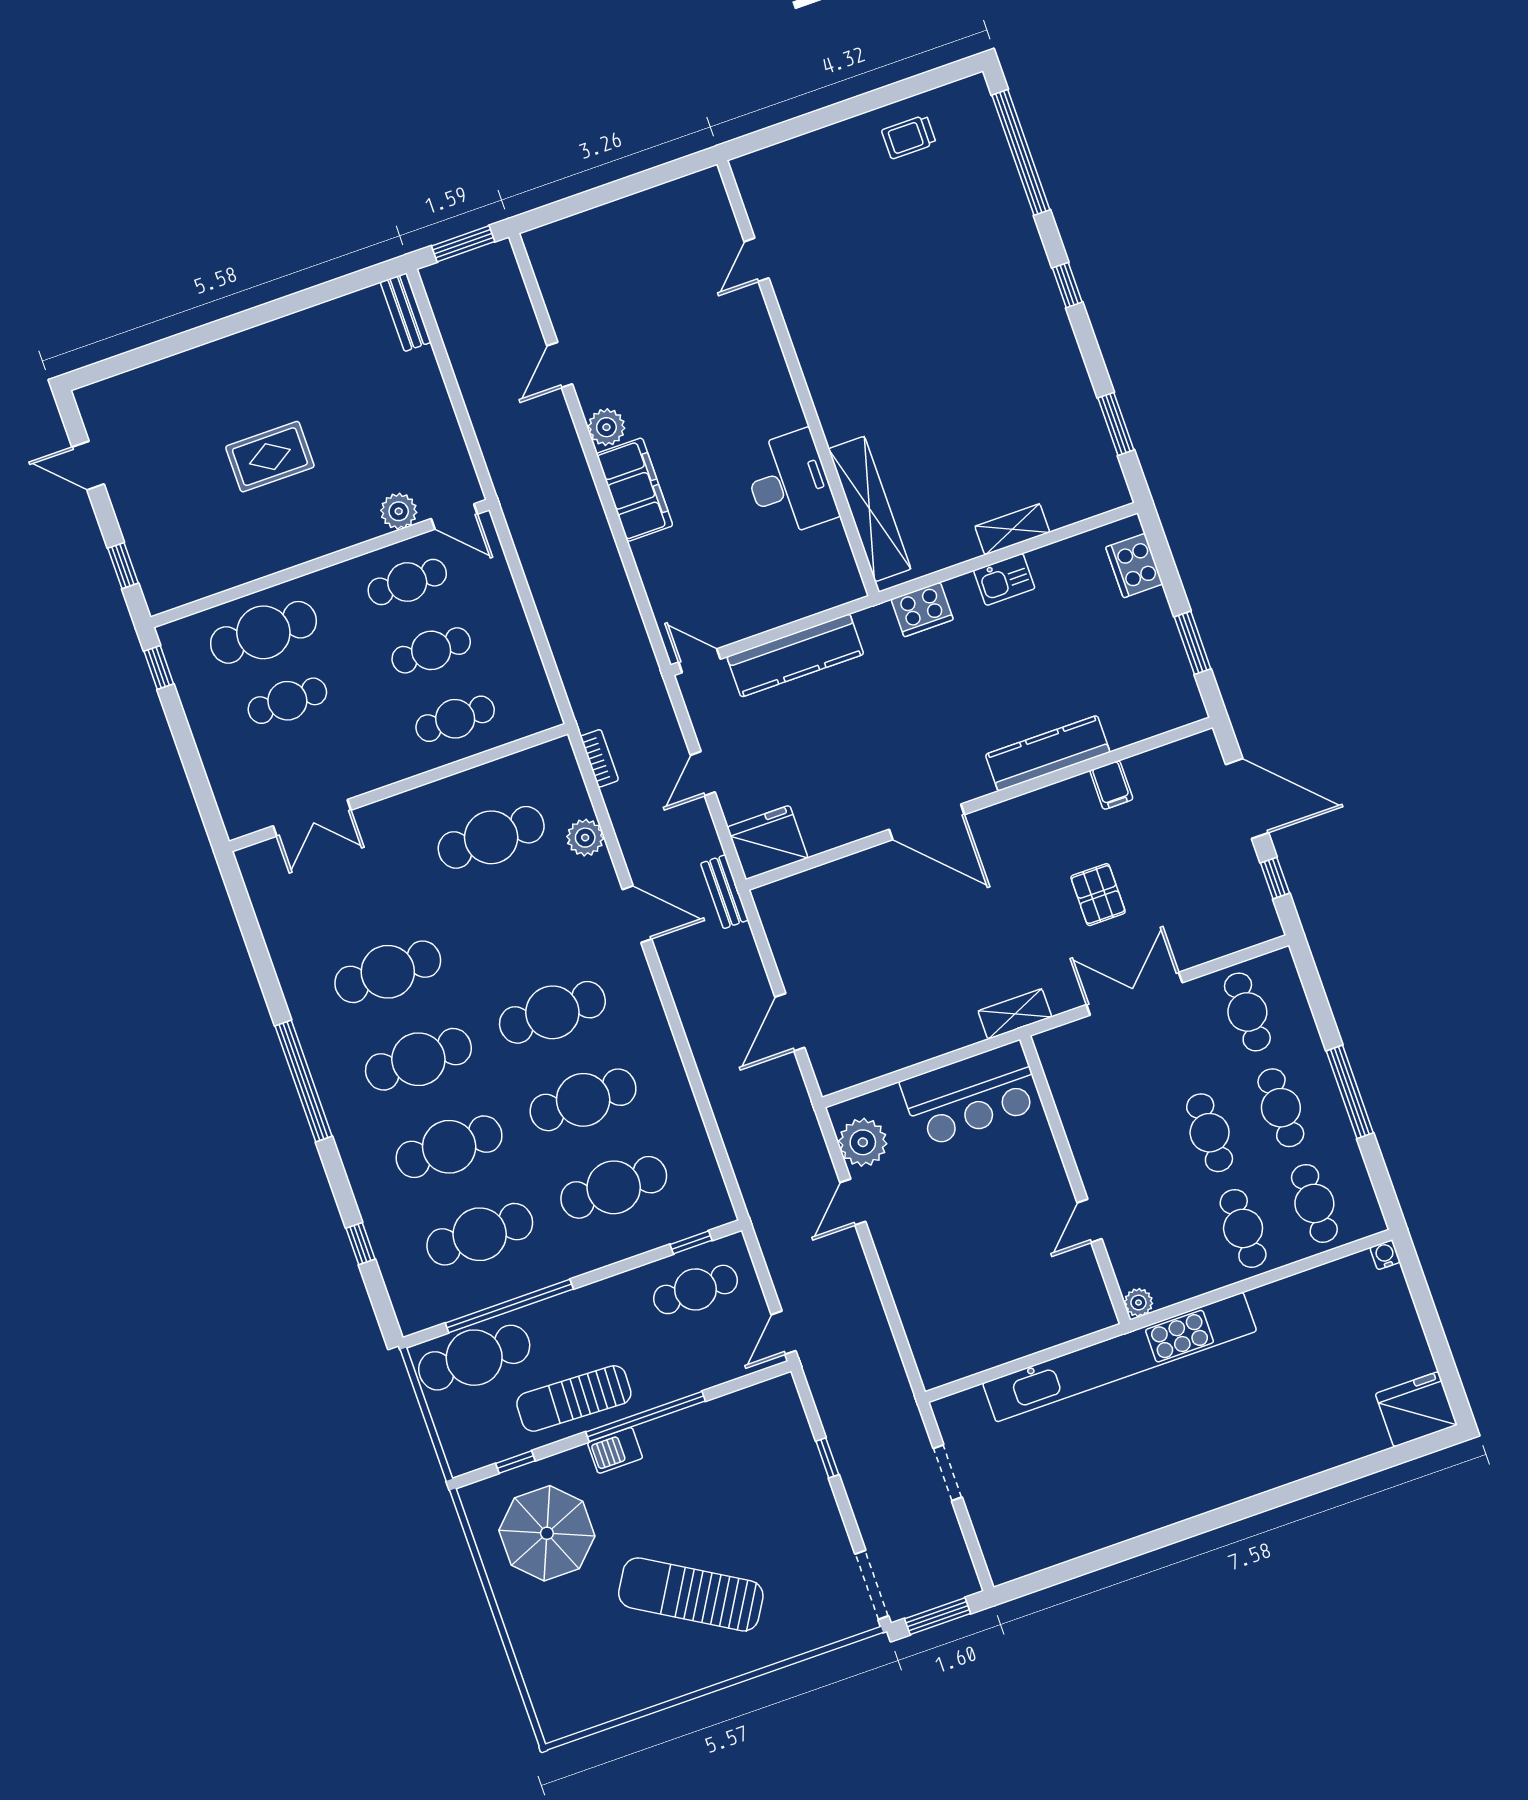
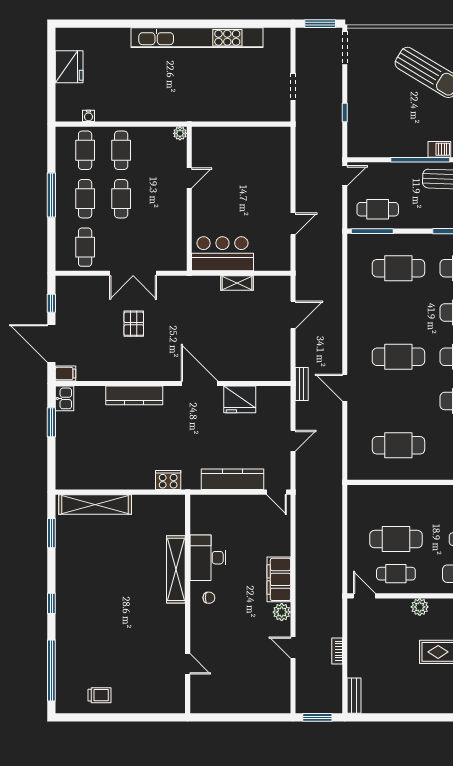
door: (756, 260) -> (188, 664), hinge flipped
door: (560, 365) -> (293, 648), swing flipped
chair: (760, 405) -> (209, 598), added
shelving: (870, 509) -> (176, 569), moved
plant: (399, 511) -> (420, 607), moved
shelving: (1012, 529) -> (95, 504), width x2.20, depth x1.33
cooker: (1134, 566) -> (66, 466), removed
kitchen sink: (1004, 579) -> (65, 398), moved, turned 90
cafe table: (431, 650) -> (396, 539), width x1.37, depth x1.35
cafe table: (455, 719) -> (396, 504), removed
bookcase: (599, 758) -> (337, 651), moved
filing cabinet: (1111, 785) -> (66, 374), moved, turned 90
plant: (585, 838) -> (356, 430), removed
fridge: (767, 842) -> (240, 399), moved
shelving: (1015, 1014) -> (237, 283), moved
cafe table: (583, 1100) -> (398, 312), removed
plant: (863, 1142) -> (279, 249), removed
window: (691, 1242) -> (372, 231), width x2.17
water cooler: (1385, 1255) -> (88, 116), moved
kitchen unit: (1120, 1357) -> (197, 38), moved, turned 180
fridge: (1416, 1409) -> (69, 67), moved, turned -90

